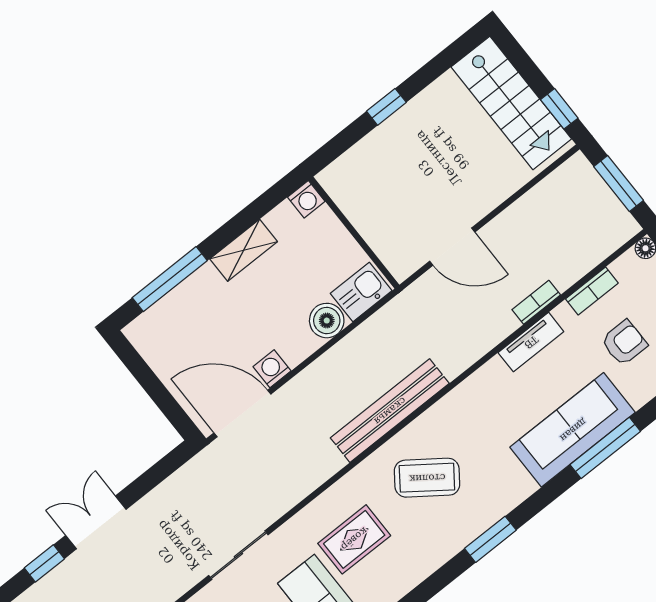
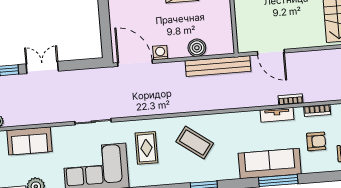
kitchen sink: (361, 292) -> (220, 45), removed
bench: (390, 411) -> (218, 66), moved
rug: (354, 539) -> (146, 148), turned 90

